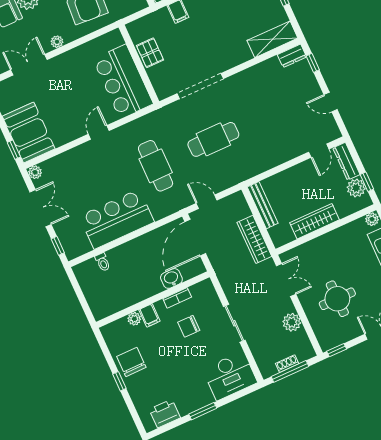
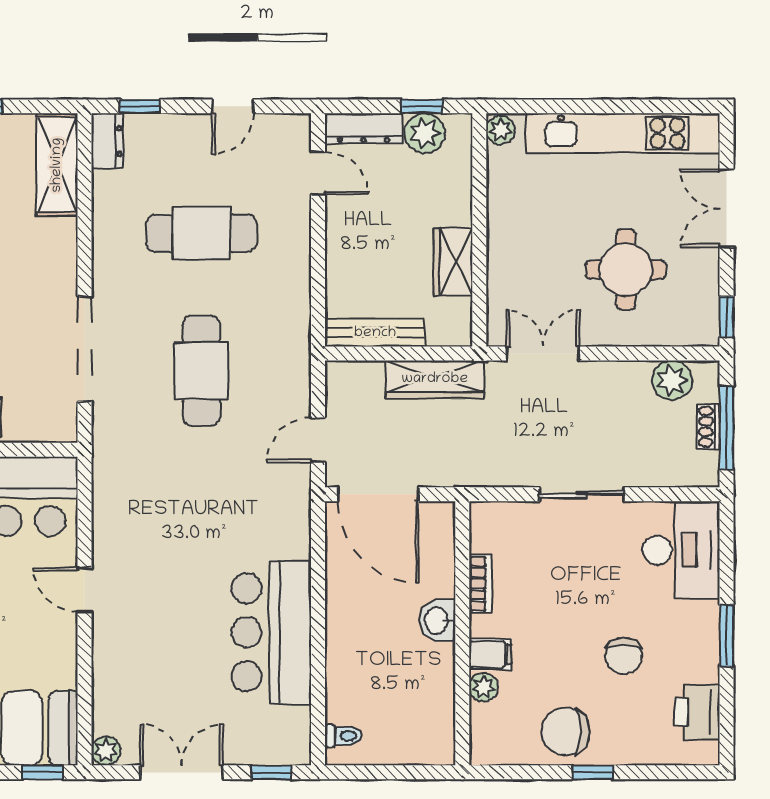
cafe table: (156, 166) -> (201, 233), moved
wardrobe: (314, 221) -> (453, 262), width x0.67
toilet: (103, 262) -> (343, 736), moved
washbasin: (171, 278) -> (437, 621), moved
plant: (292, 322) -> (672, 380), moved
chair: (189, 326) -> (624, 656), moved

